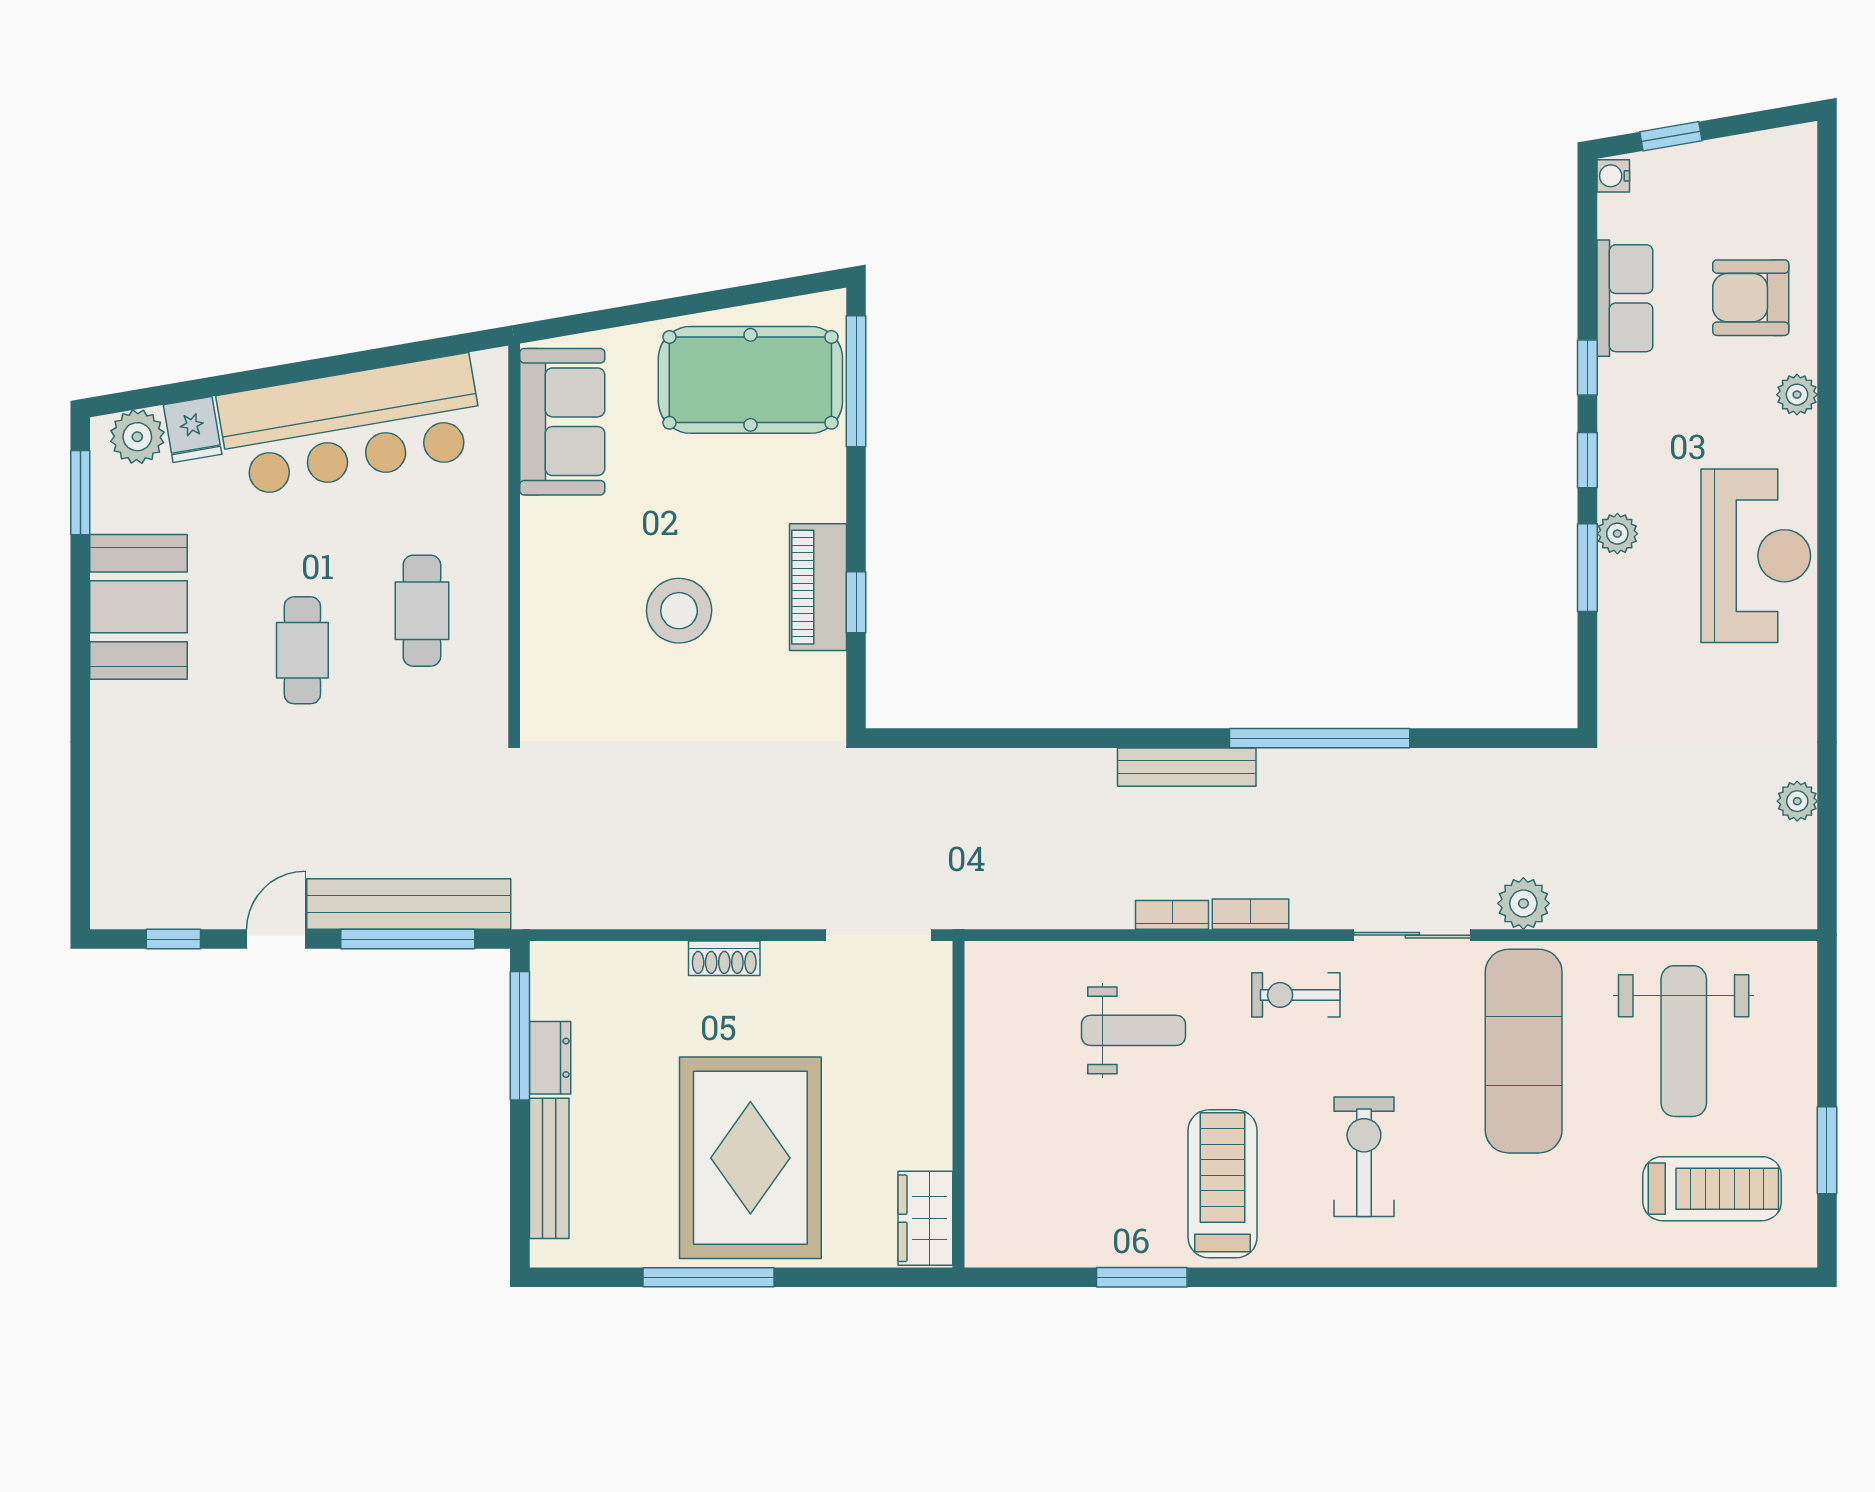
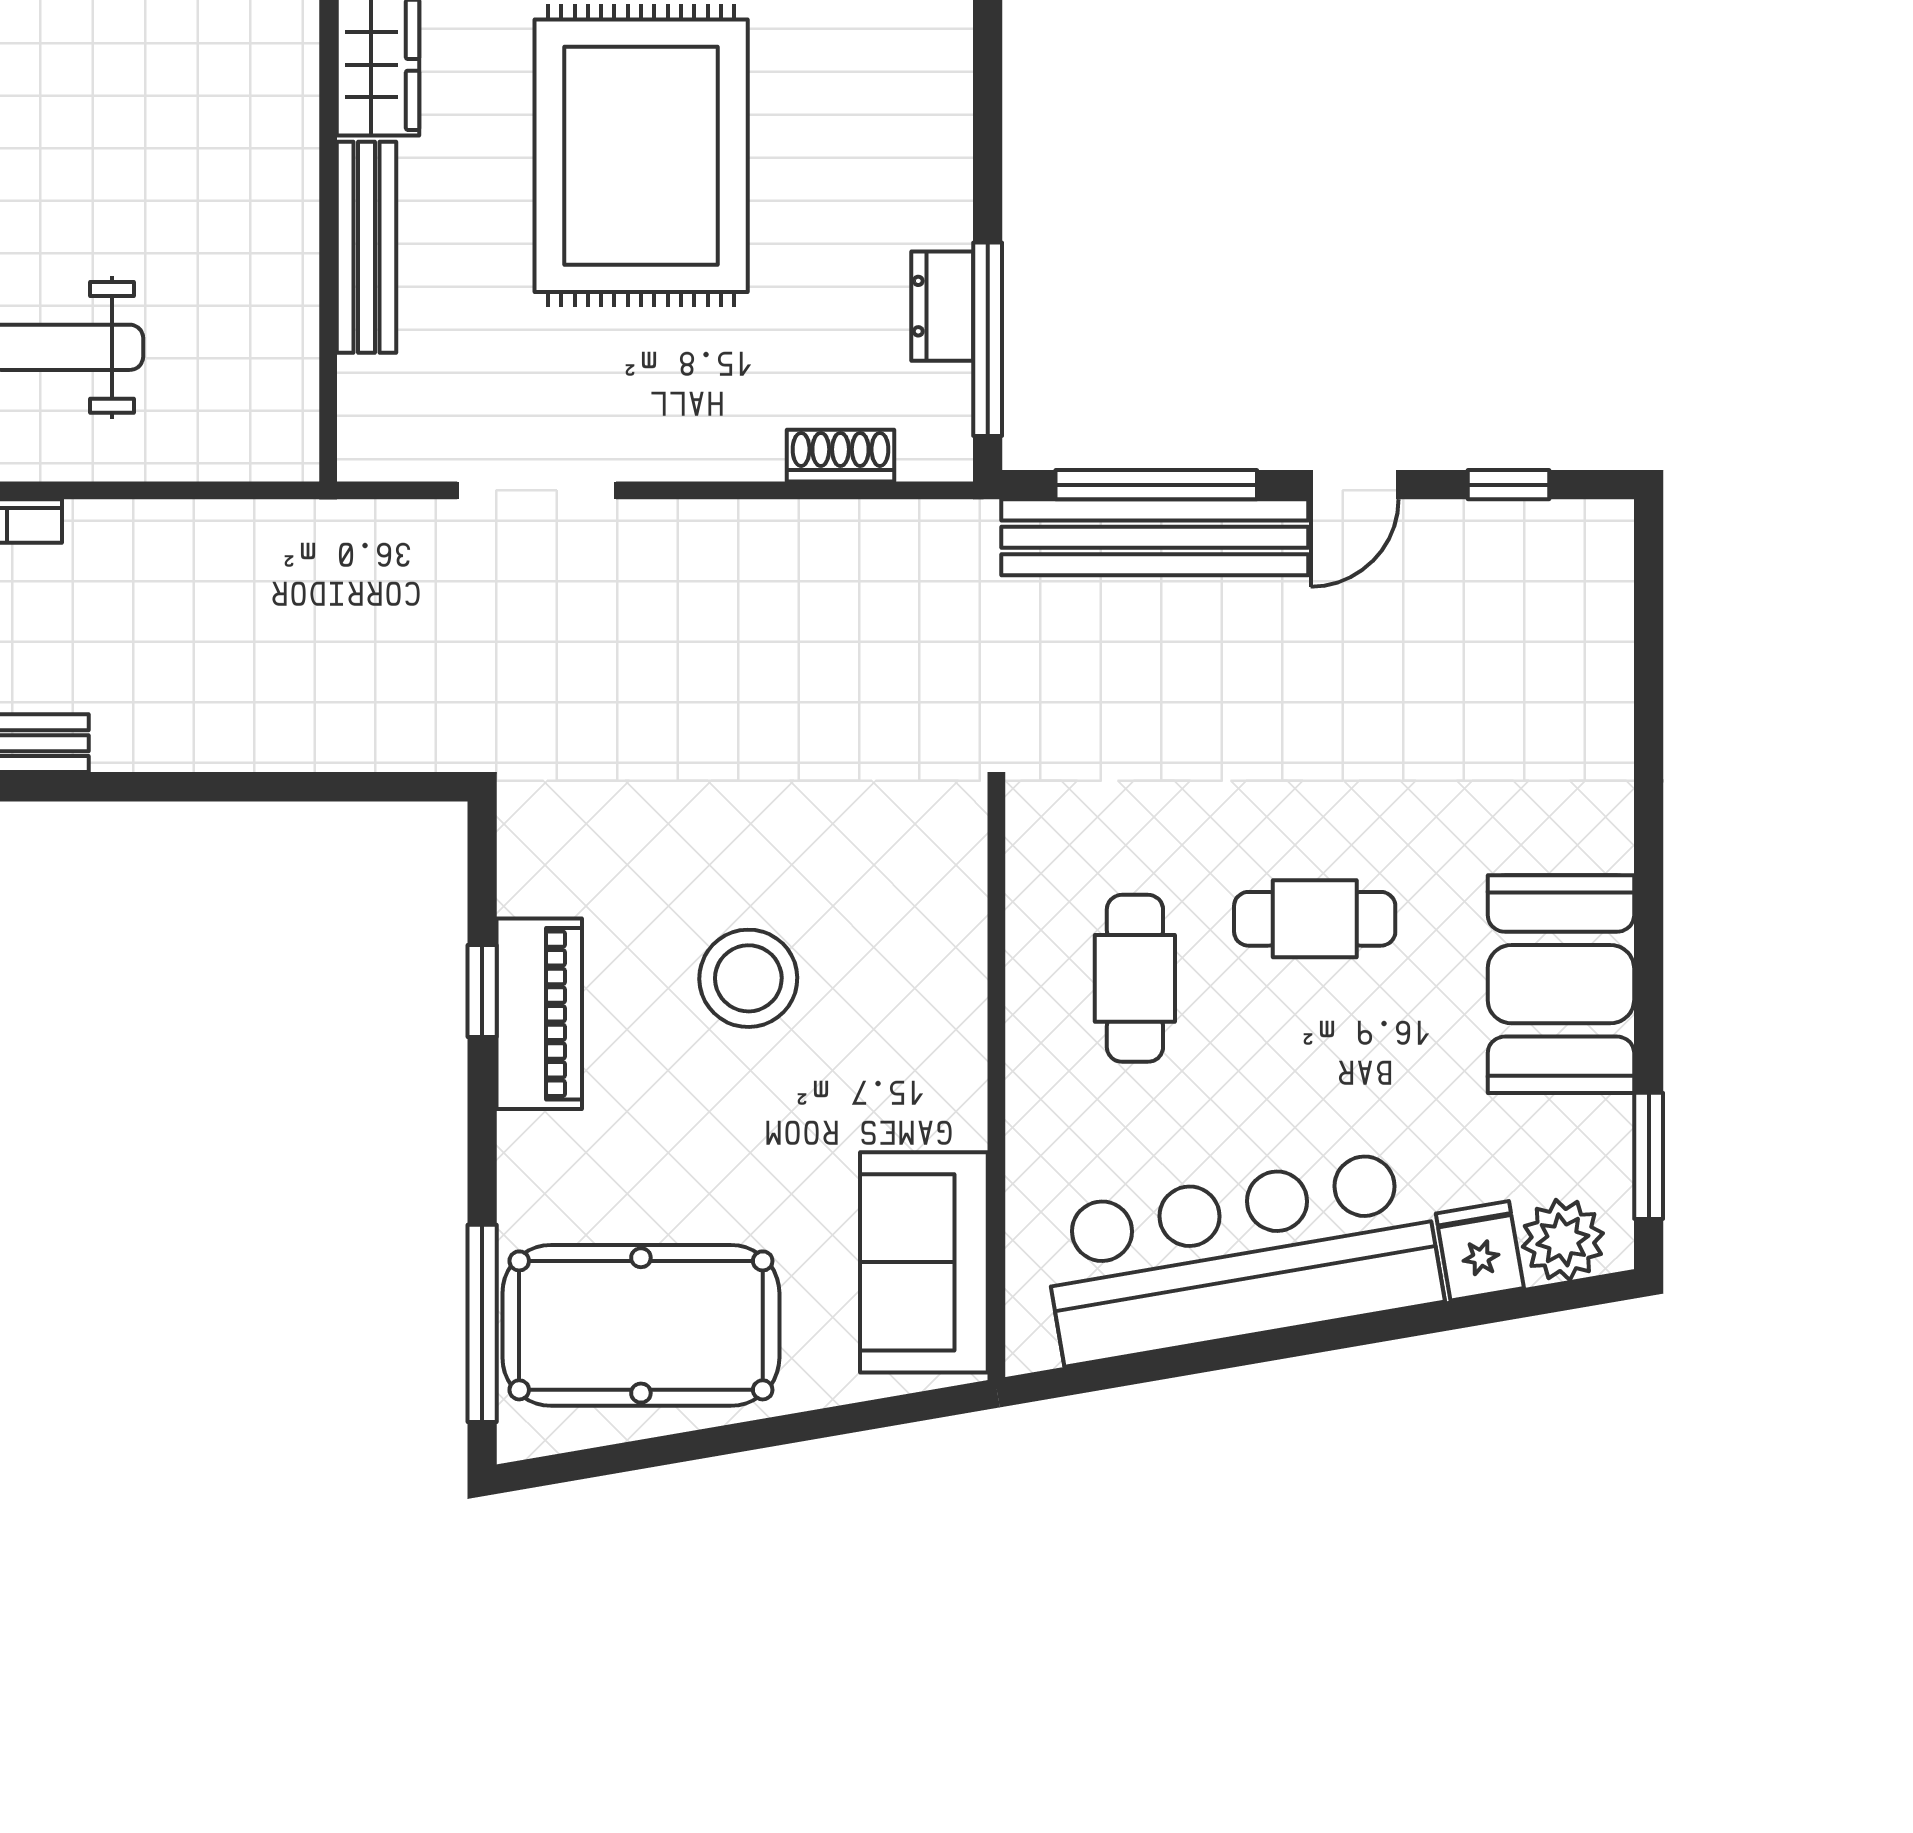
cafe table: (302, 650) -> (1315, 919), turned 90
doorway: (878, 935) -> (537, 490), moved
shoe rack: (724, 958) -> (840, 456), moved
bench: (549, 1168) -> (366, 247), moved

